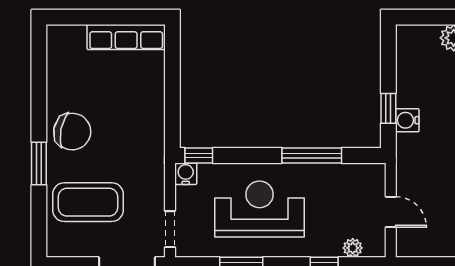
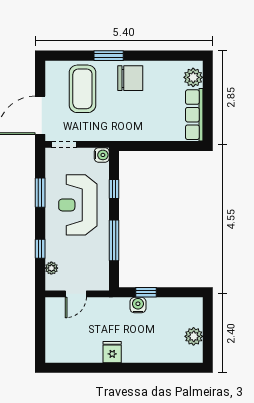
plant: (71, 39) -> (193, 77), added
chair: (72, 132) -> (130, 78), turned -101
window: (199, 156) -> (114, 189), moved
reception desk: (259, 209) -> (78, 205), turned 180

